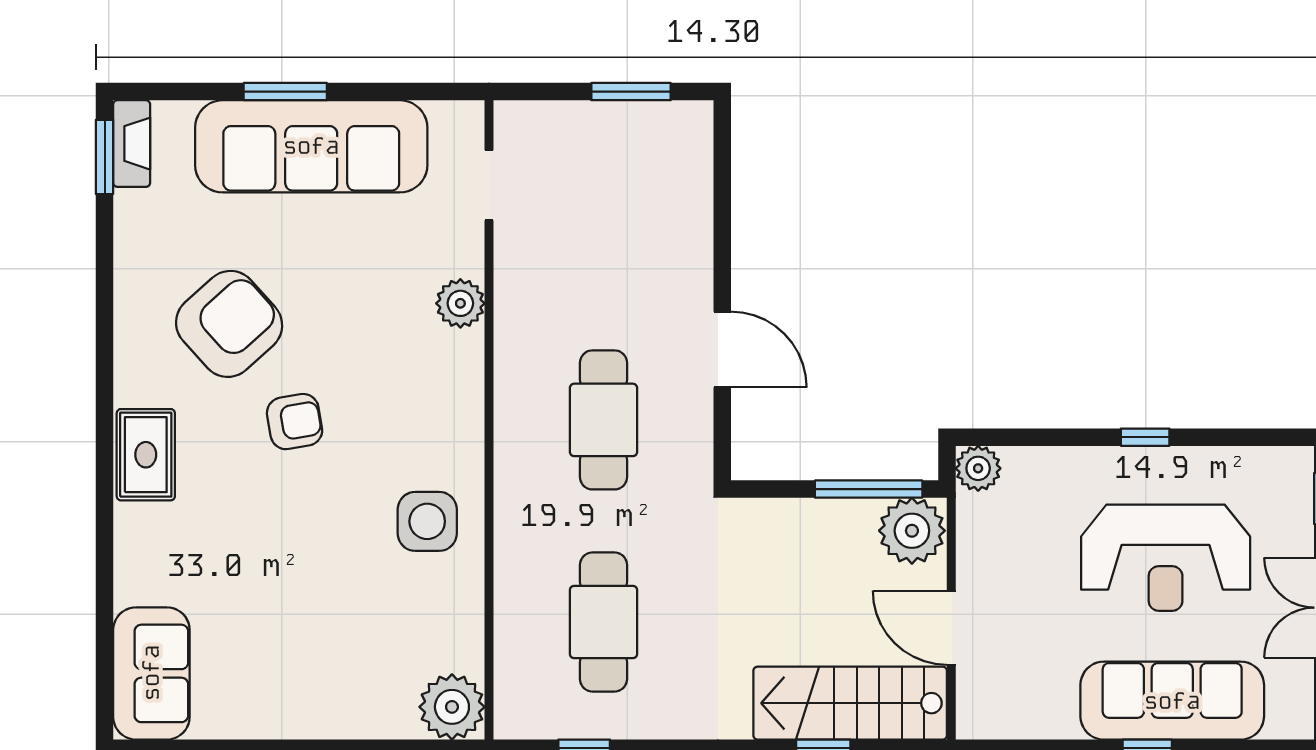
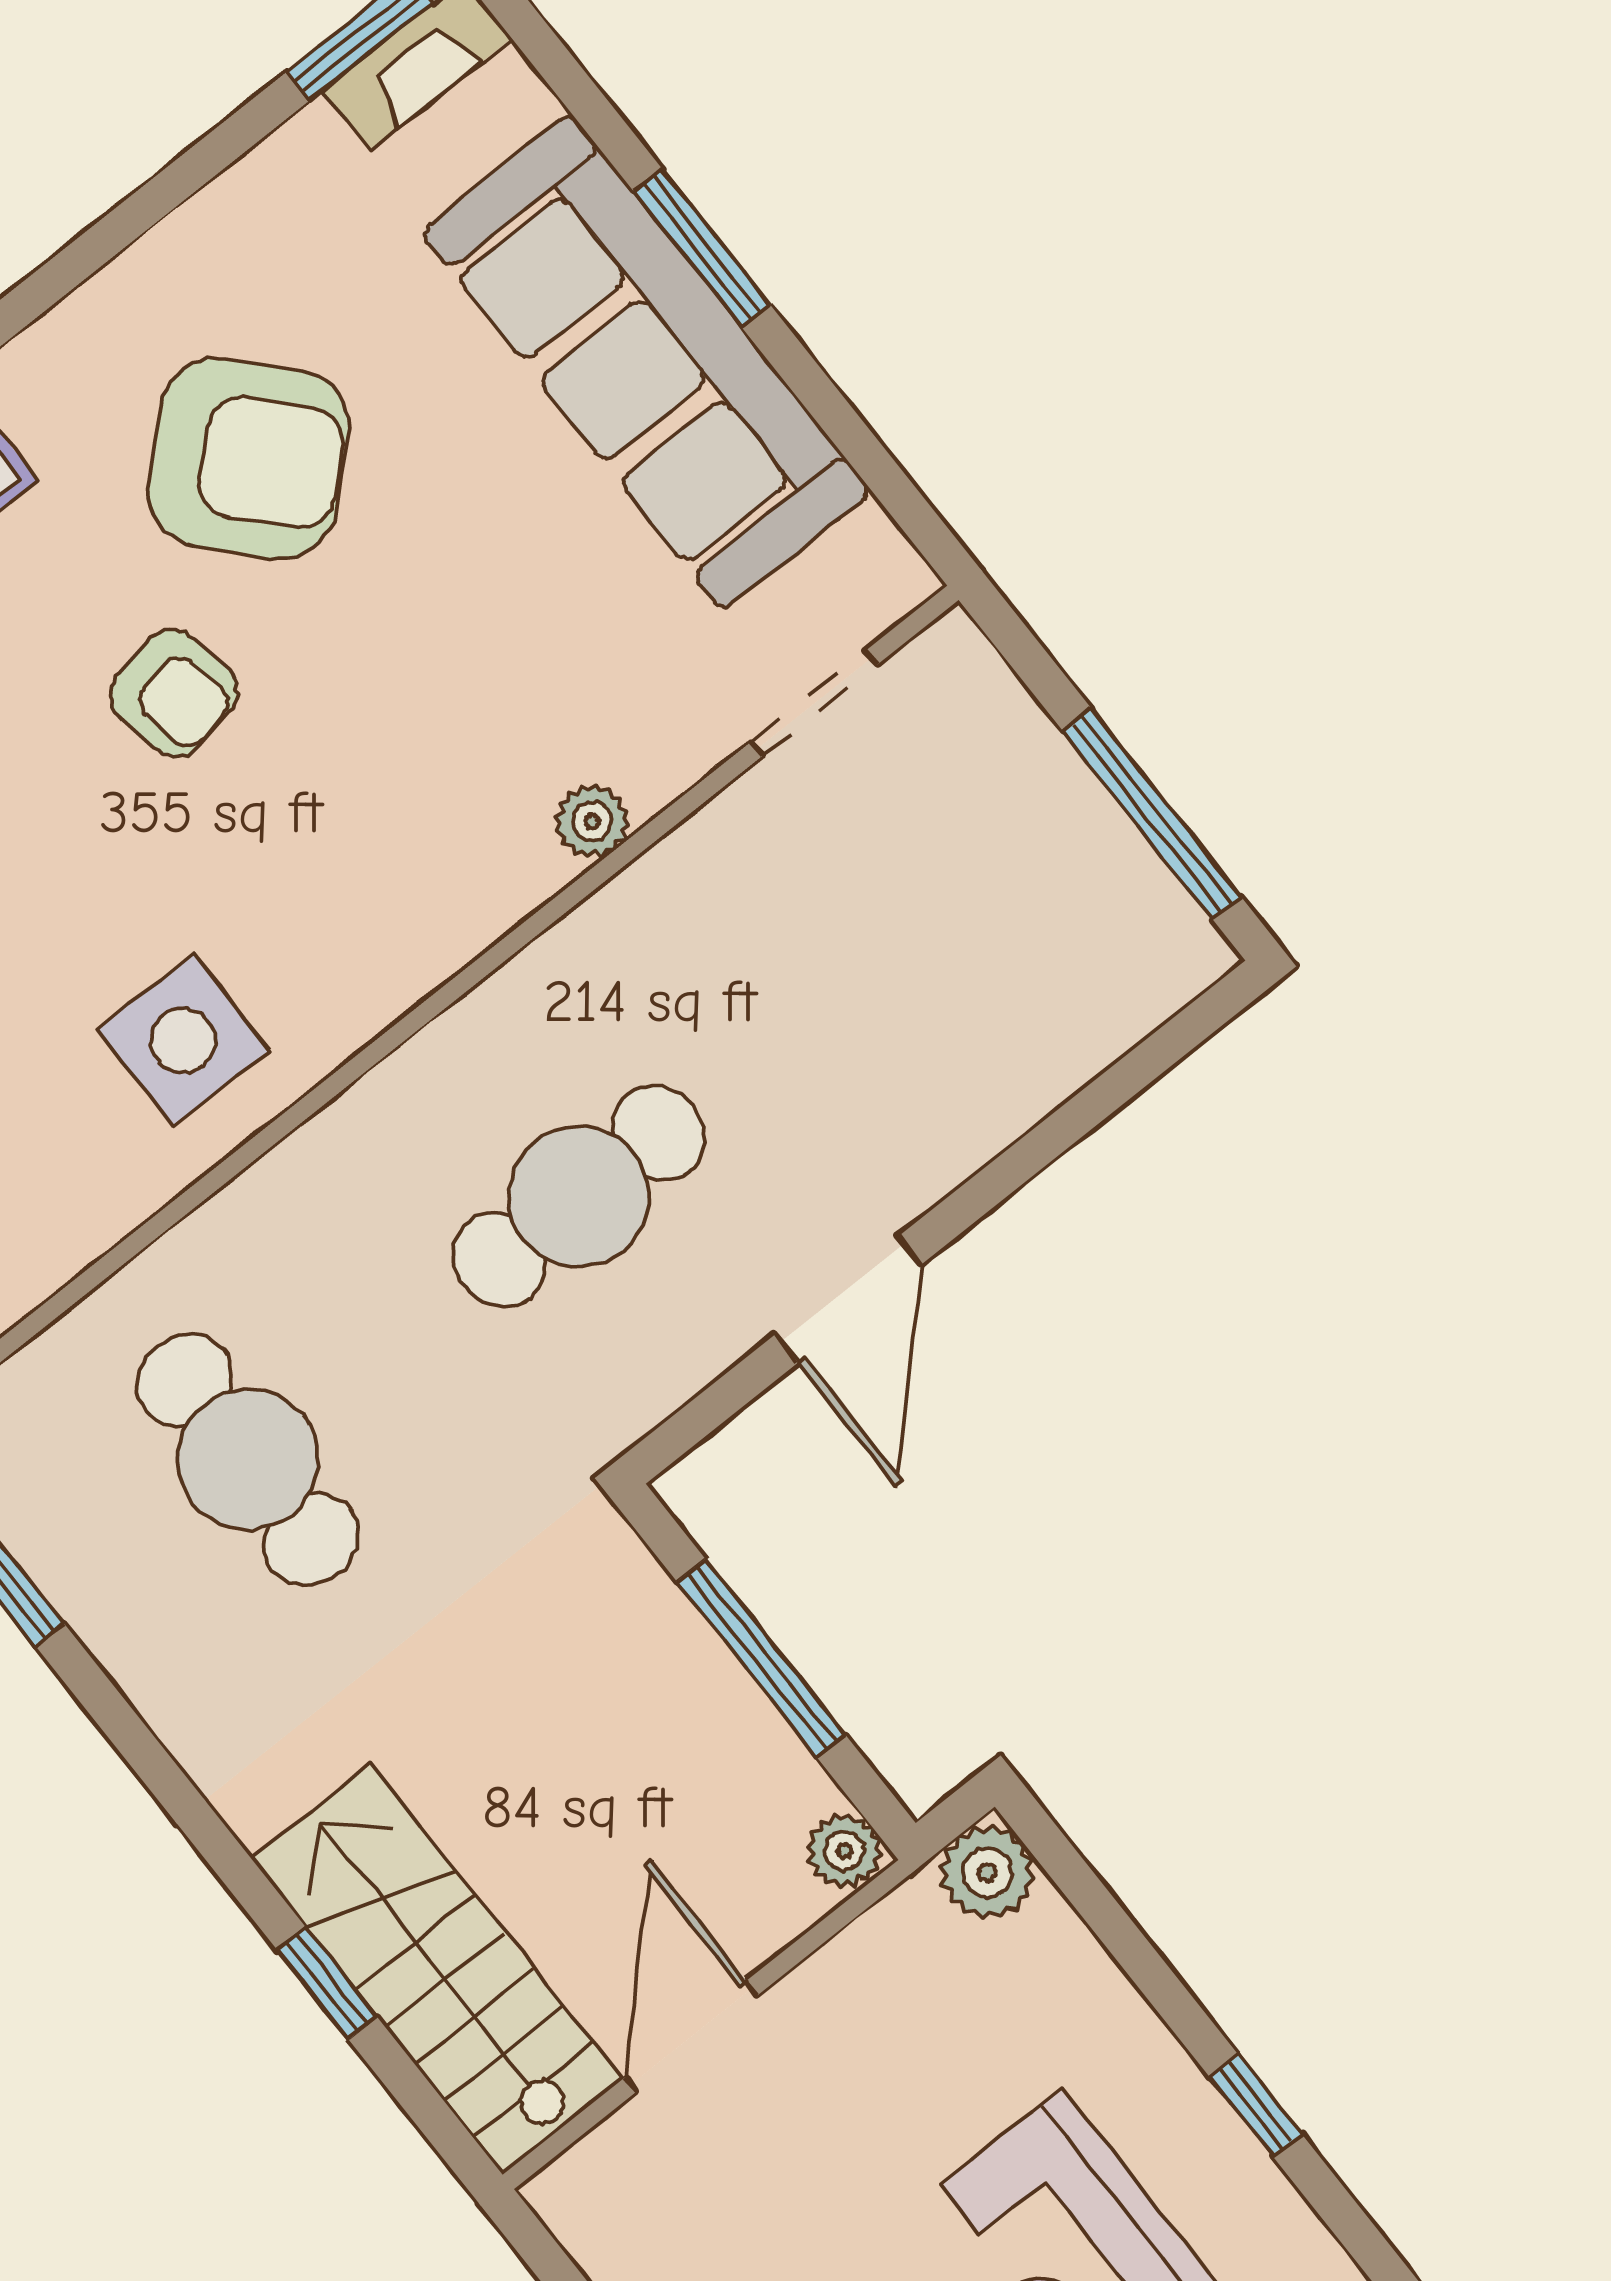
window: (631, 92) -> (1152, 814), width x1.44
plant: (460, 303) -> (592, 821), width x0.73, depth x0.73
window: (869, 489) -> (761, 1658), moved
plant: (912, 531) -> (844, 1851), width x0.53, depth x0.53
cafe table: (603, 622) -> (248, 1460), turned 90

